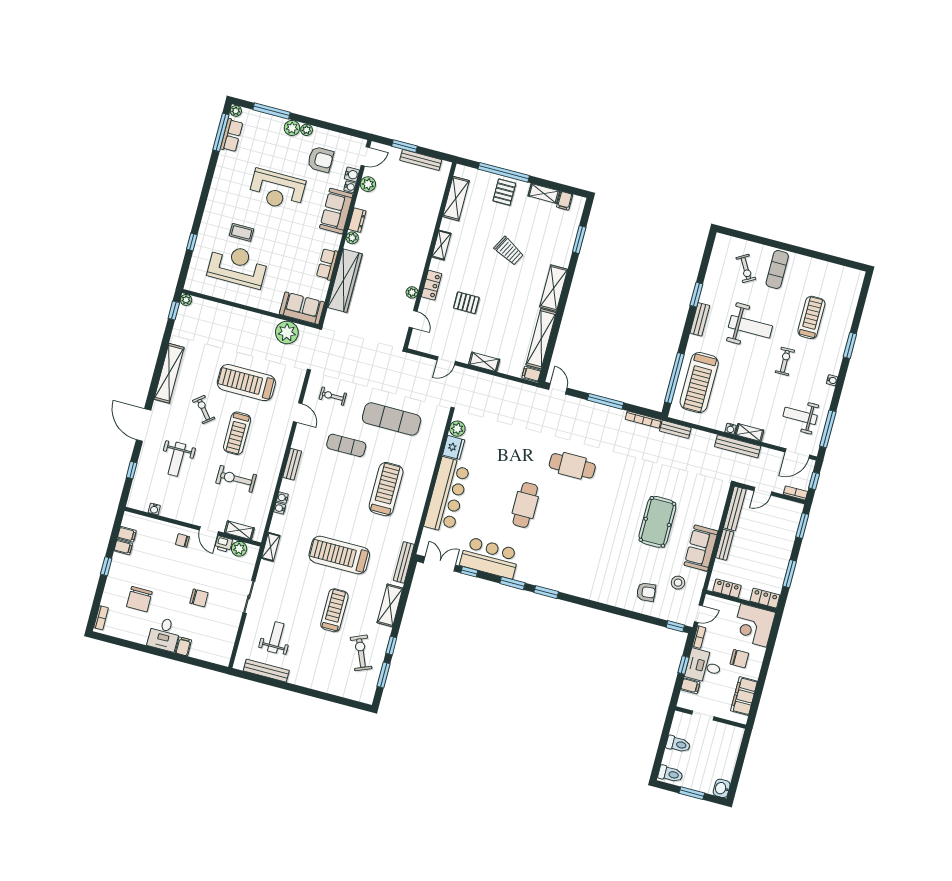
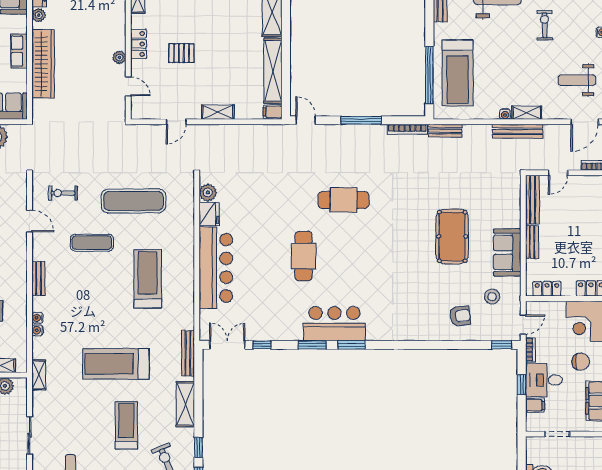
bar counter: (490, 558) -> (334, 324), moved

